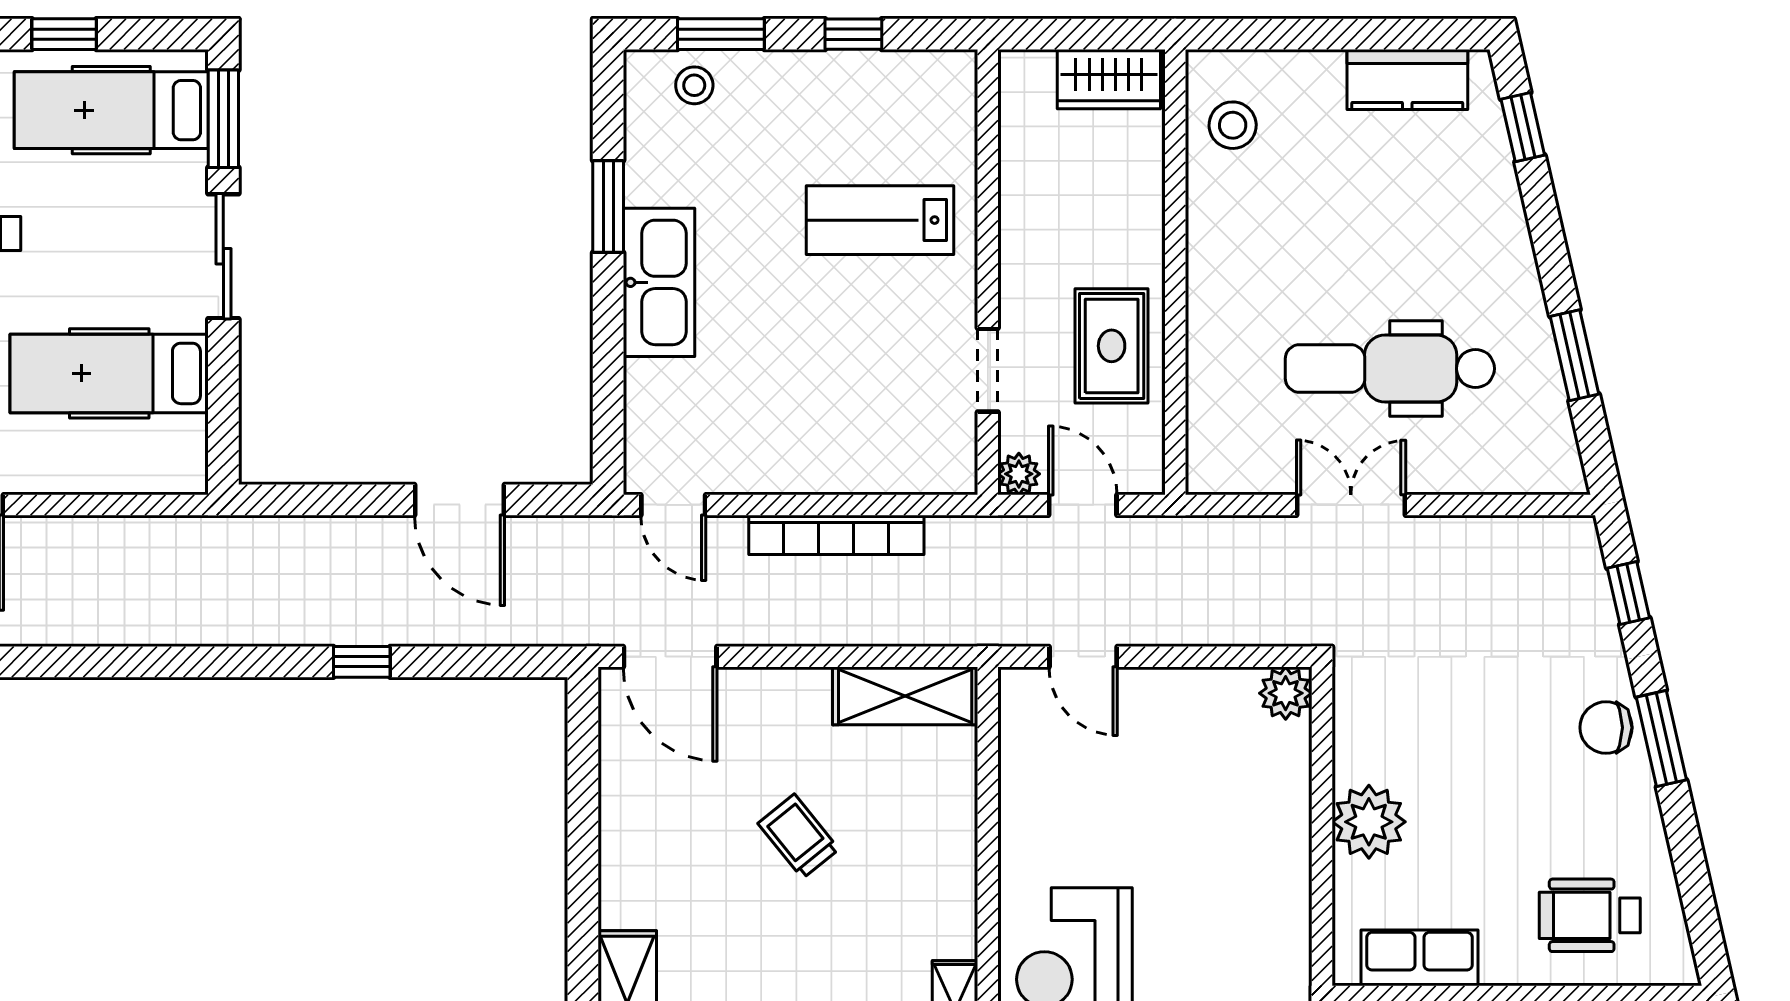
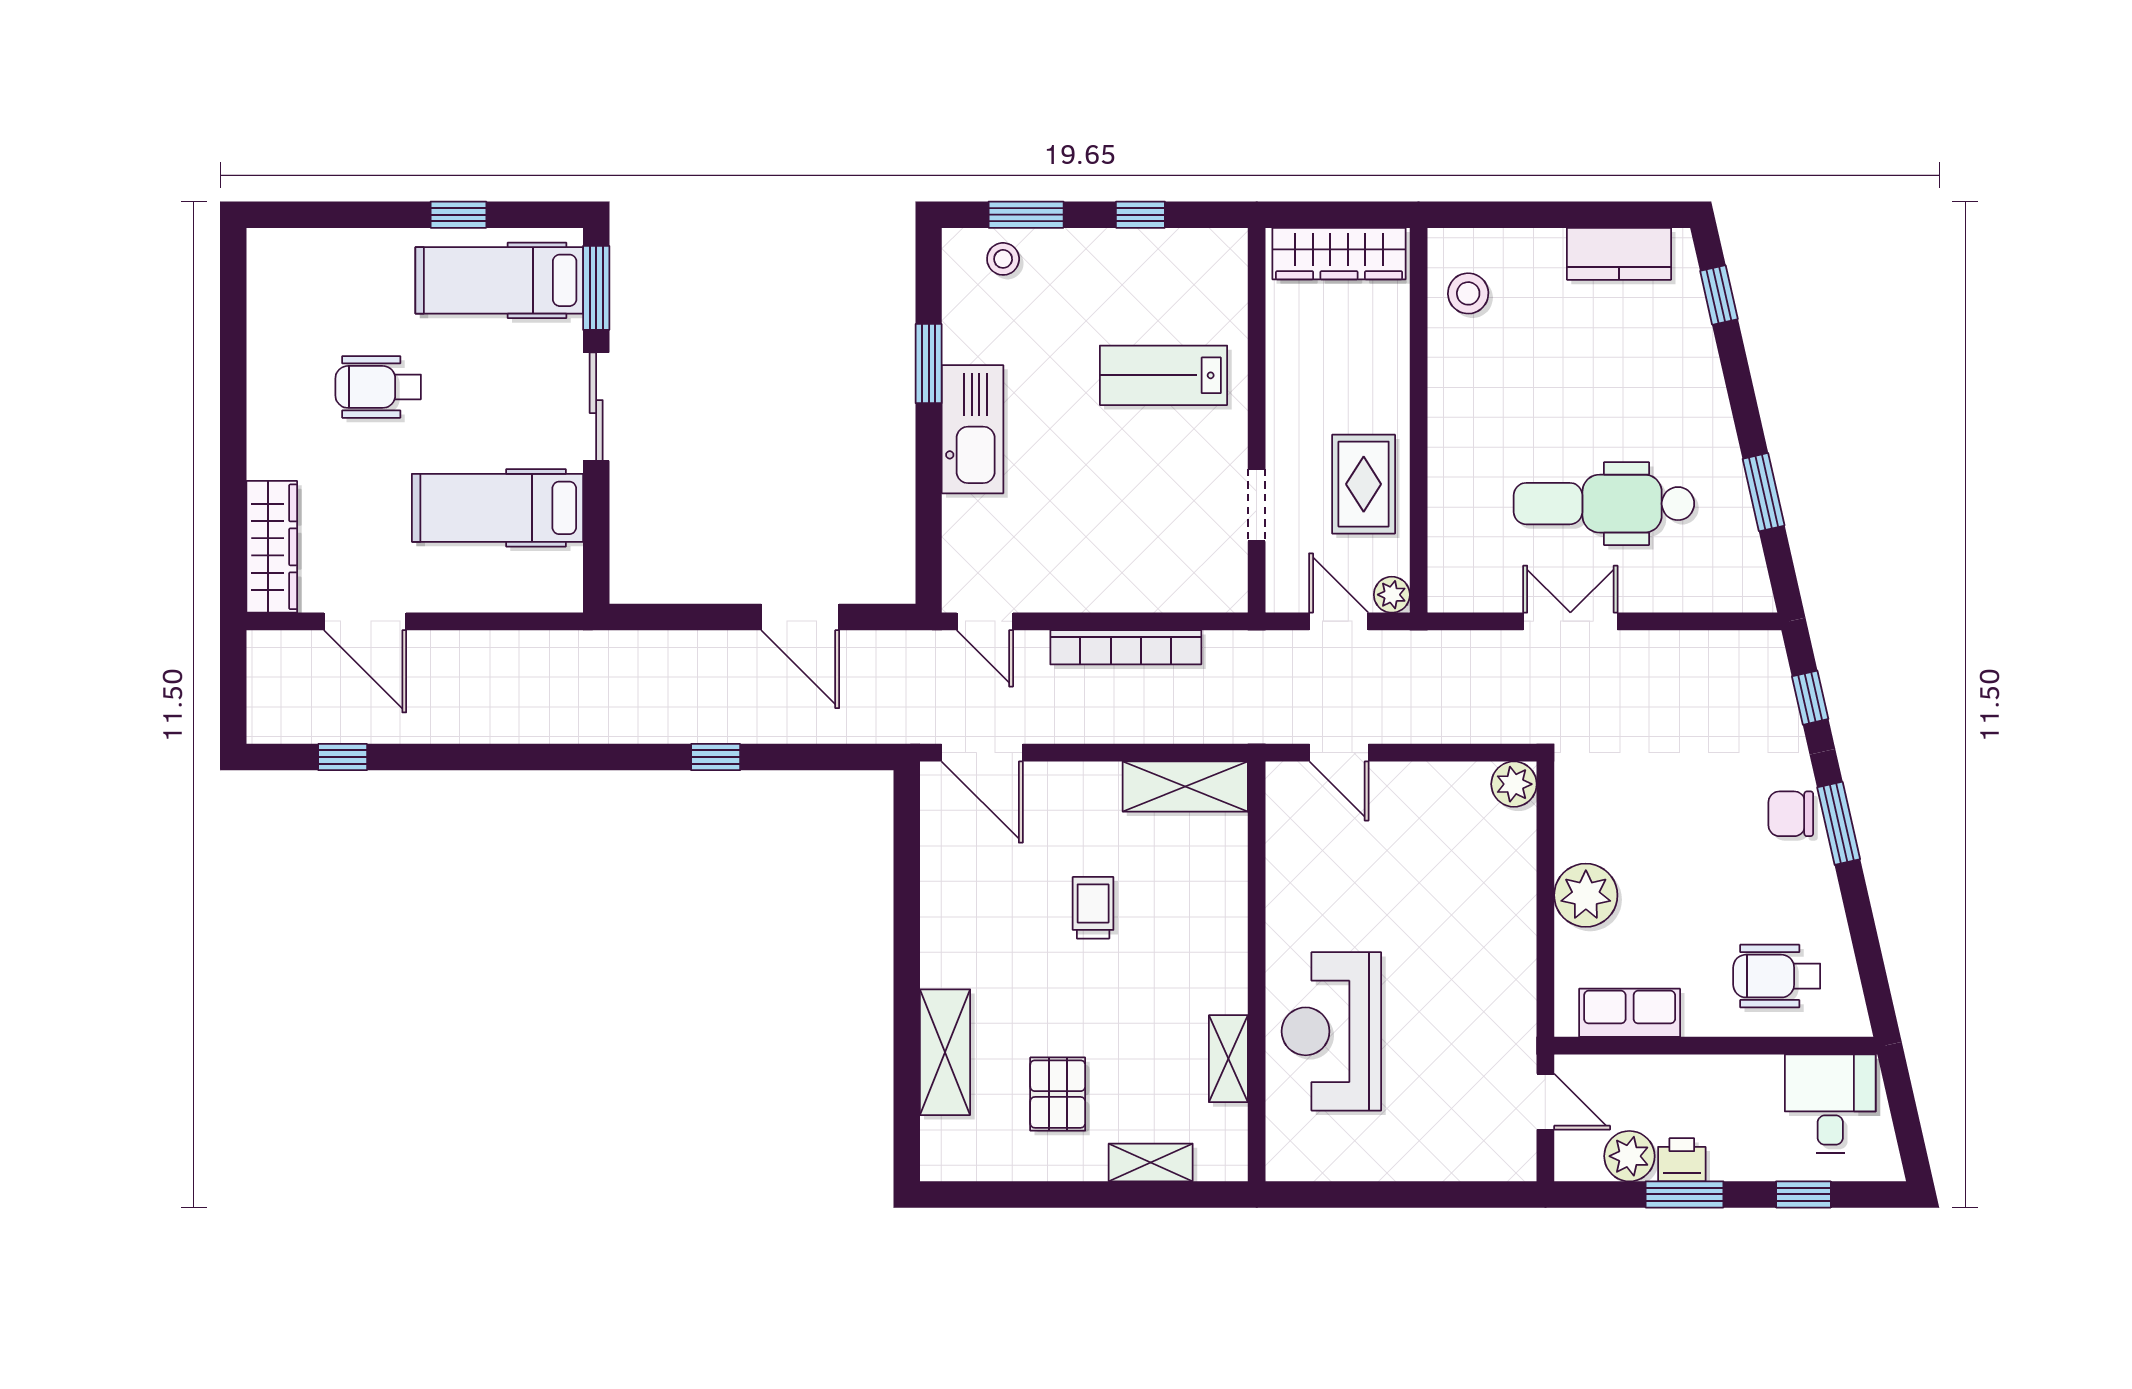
wardrobe: (1109, 79) -> (1339, 254), width x1.50
plant: (1019, 474) -> (1392, 595), moved
trolley: (798, 836) -> (1093, 908), turned 39

